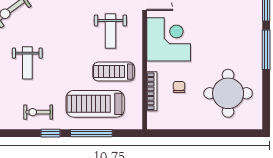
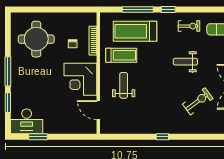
weight bench: (27, 63) -> (185, 62), turned -90
treadmill: (95, 104) -> (135, 31), turned 180
exercise bike: (38, 112) -> (189, 26), moved

